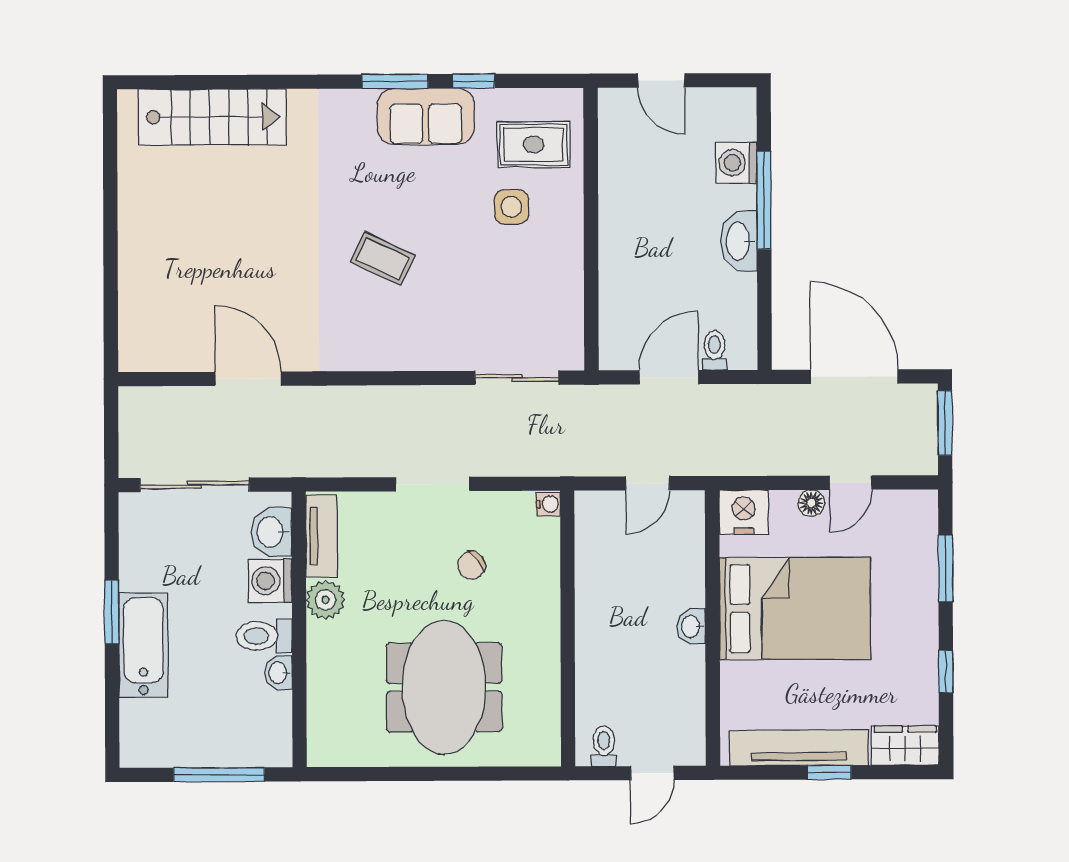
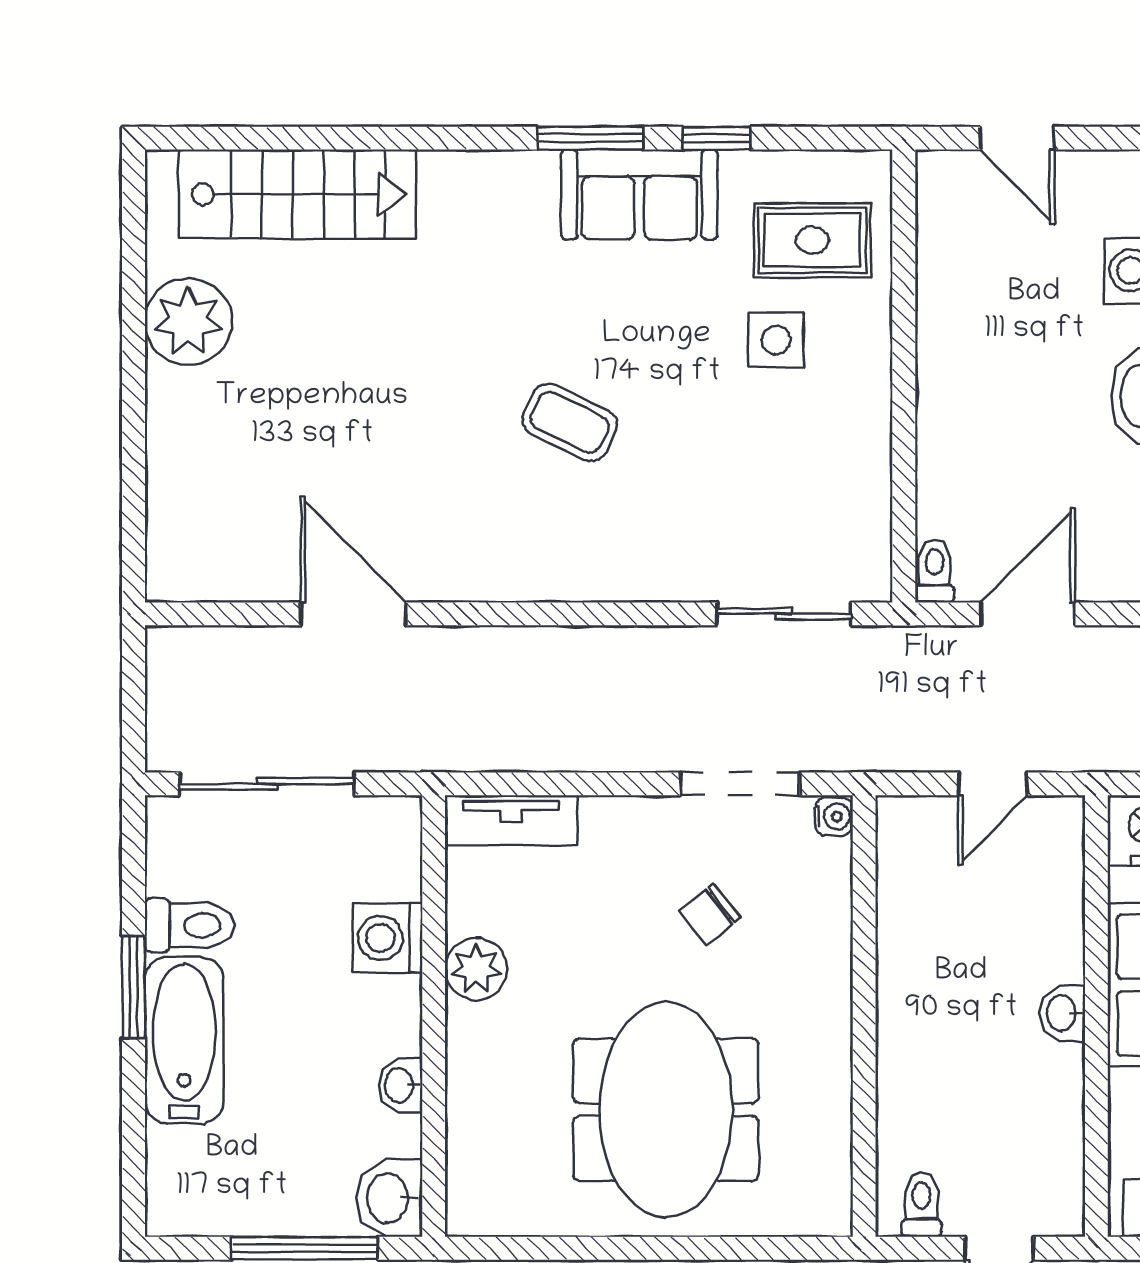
plant: (145, 197) -> (188, 322), added
toilet: (714, 350) -> (935, 571), moved
doorway: (433, 484) -> (740, 784), moved
washbasin: (271, 532) -> (390, 1198), moved
tv unit: (322, 536) -> (511, 820), moved, turned 90
toilet: (264, 636) -> (190, 925), moved, turned 180

